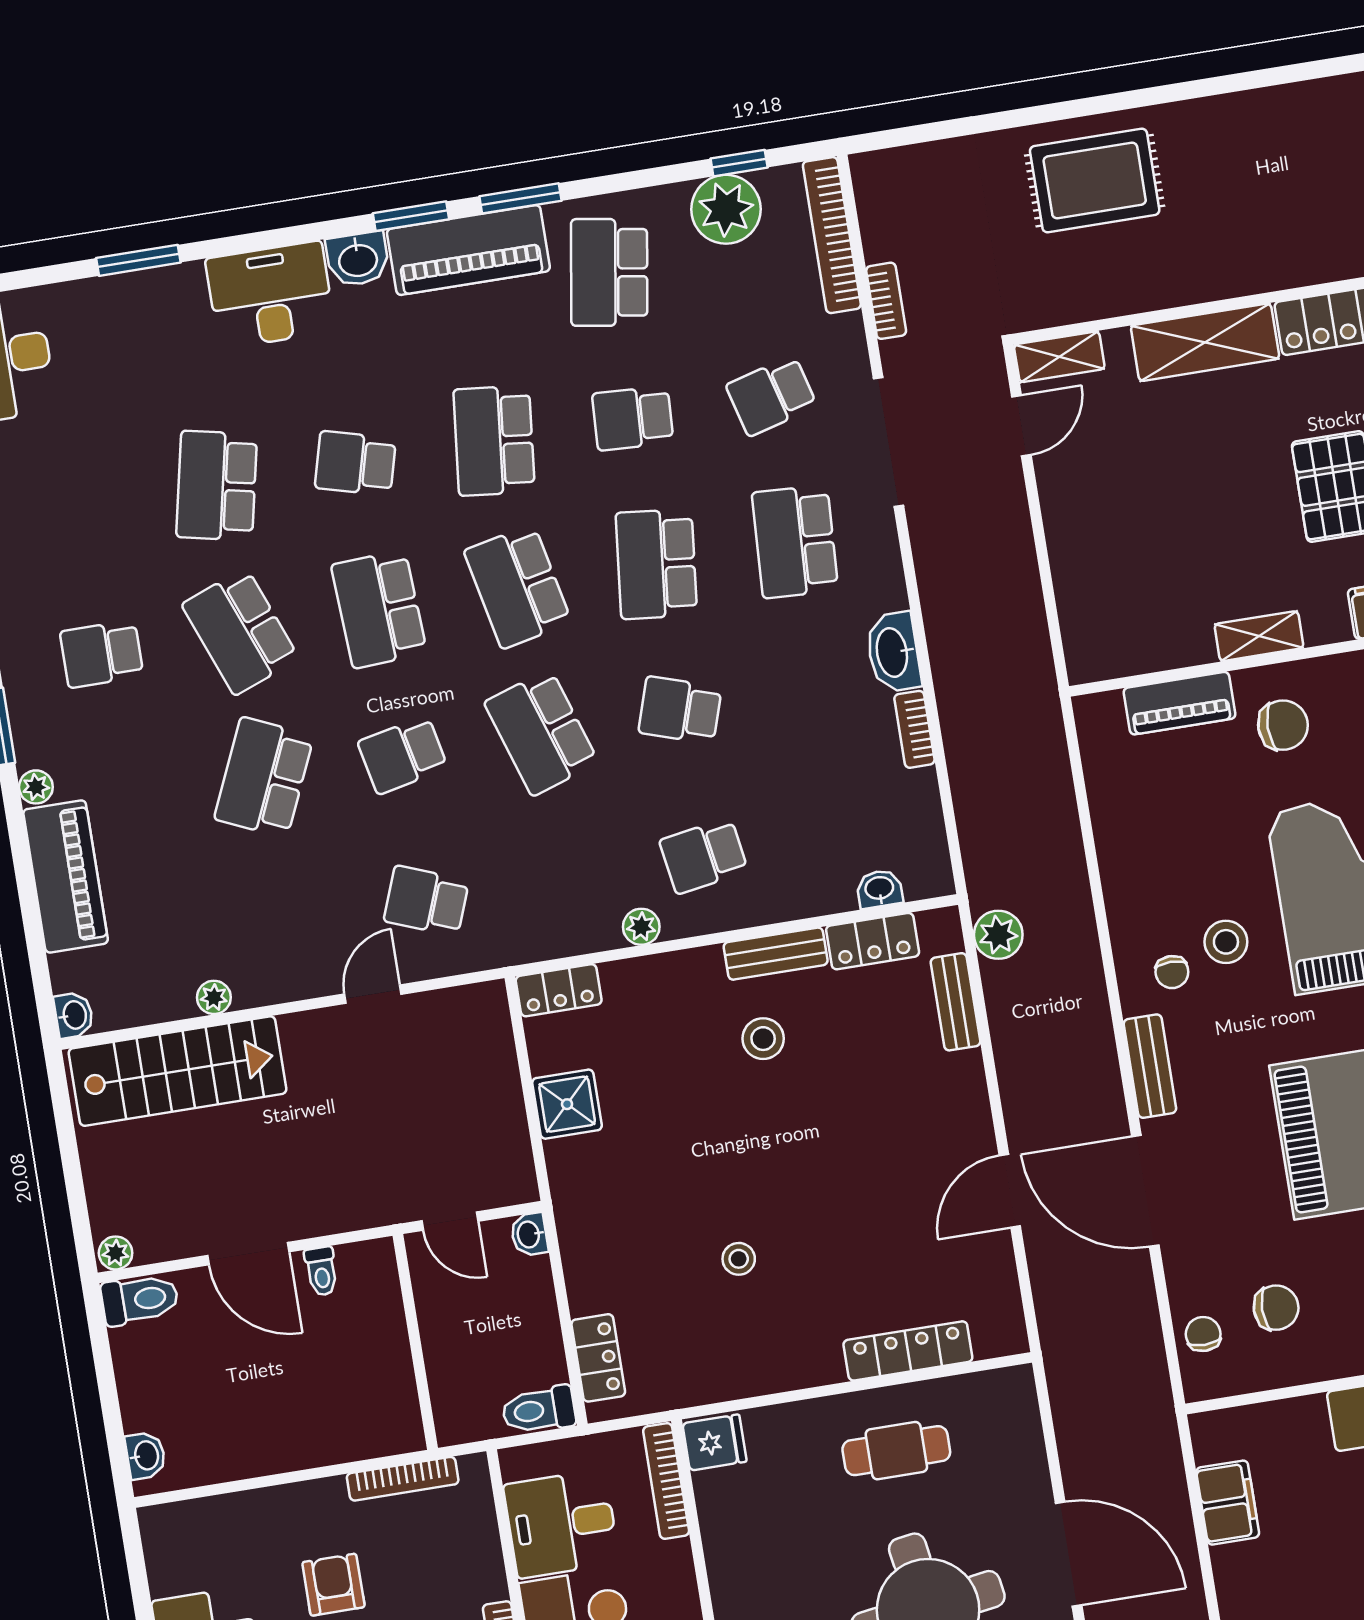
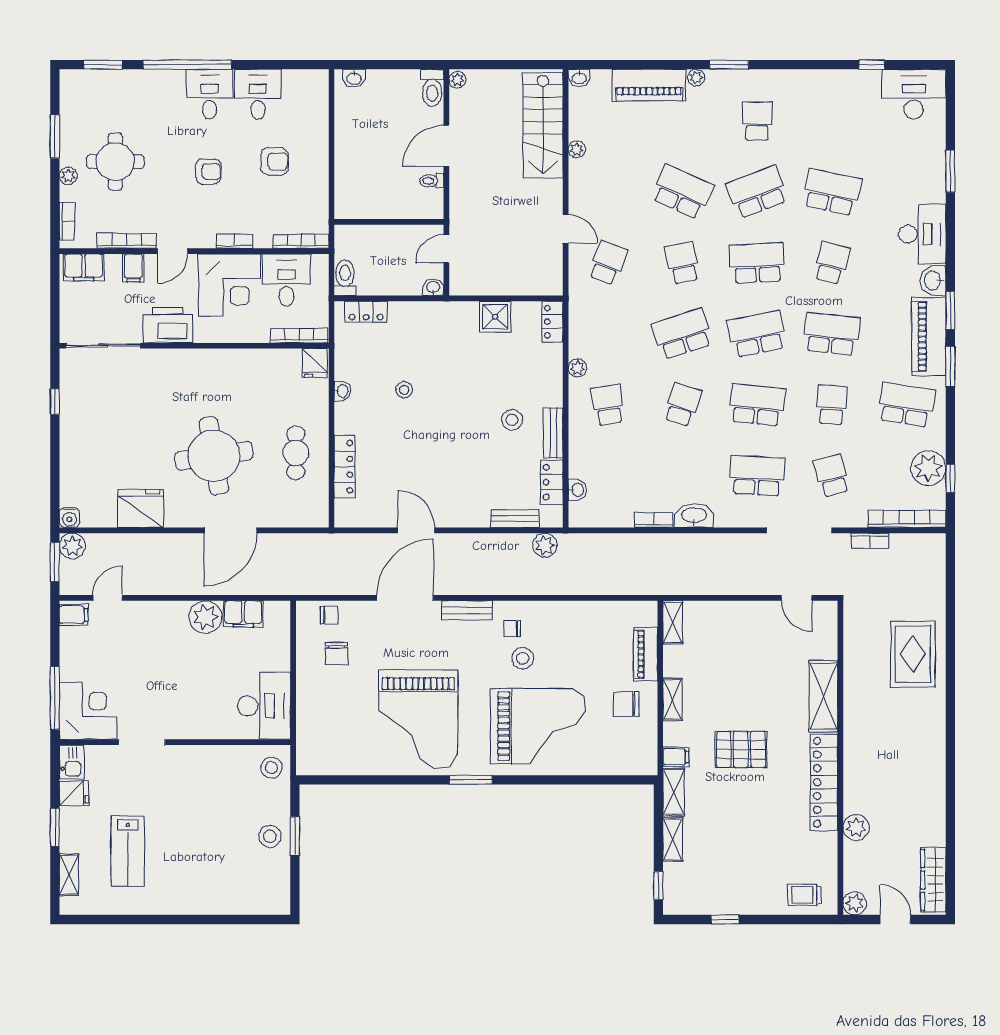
shelving: (1059, 357) -> (673, 622), moved
chair: (1283, 725) -> (626, 704), turned 90
washbasin: (761, 1380) -> (342, 391), added
bookcase: (403, 1479) -> (301, 241), moved, turned 90
plant: (1246, 1576) -> (205, 617), added

